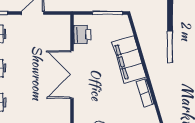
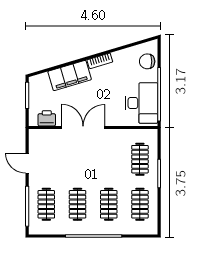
double door: (72, 75) -> (83, 128), swing flipped

